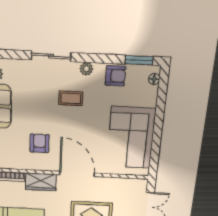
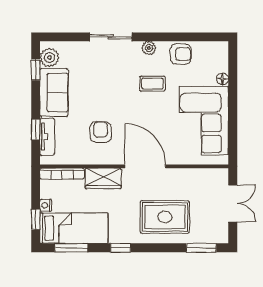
window: (139, 60) -> (204, 37), removed
floor lamp: (154, 79) -> (223, 79), moved
coffee table: (71, 98) -> (152, 84), moved

